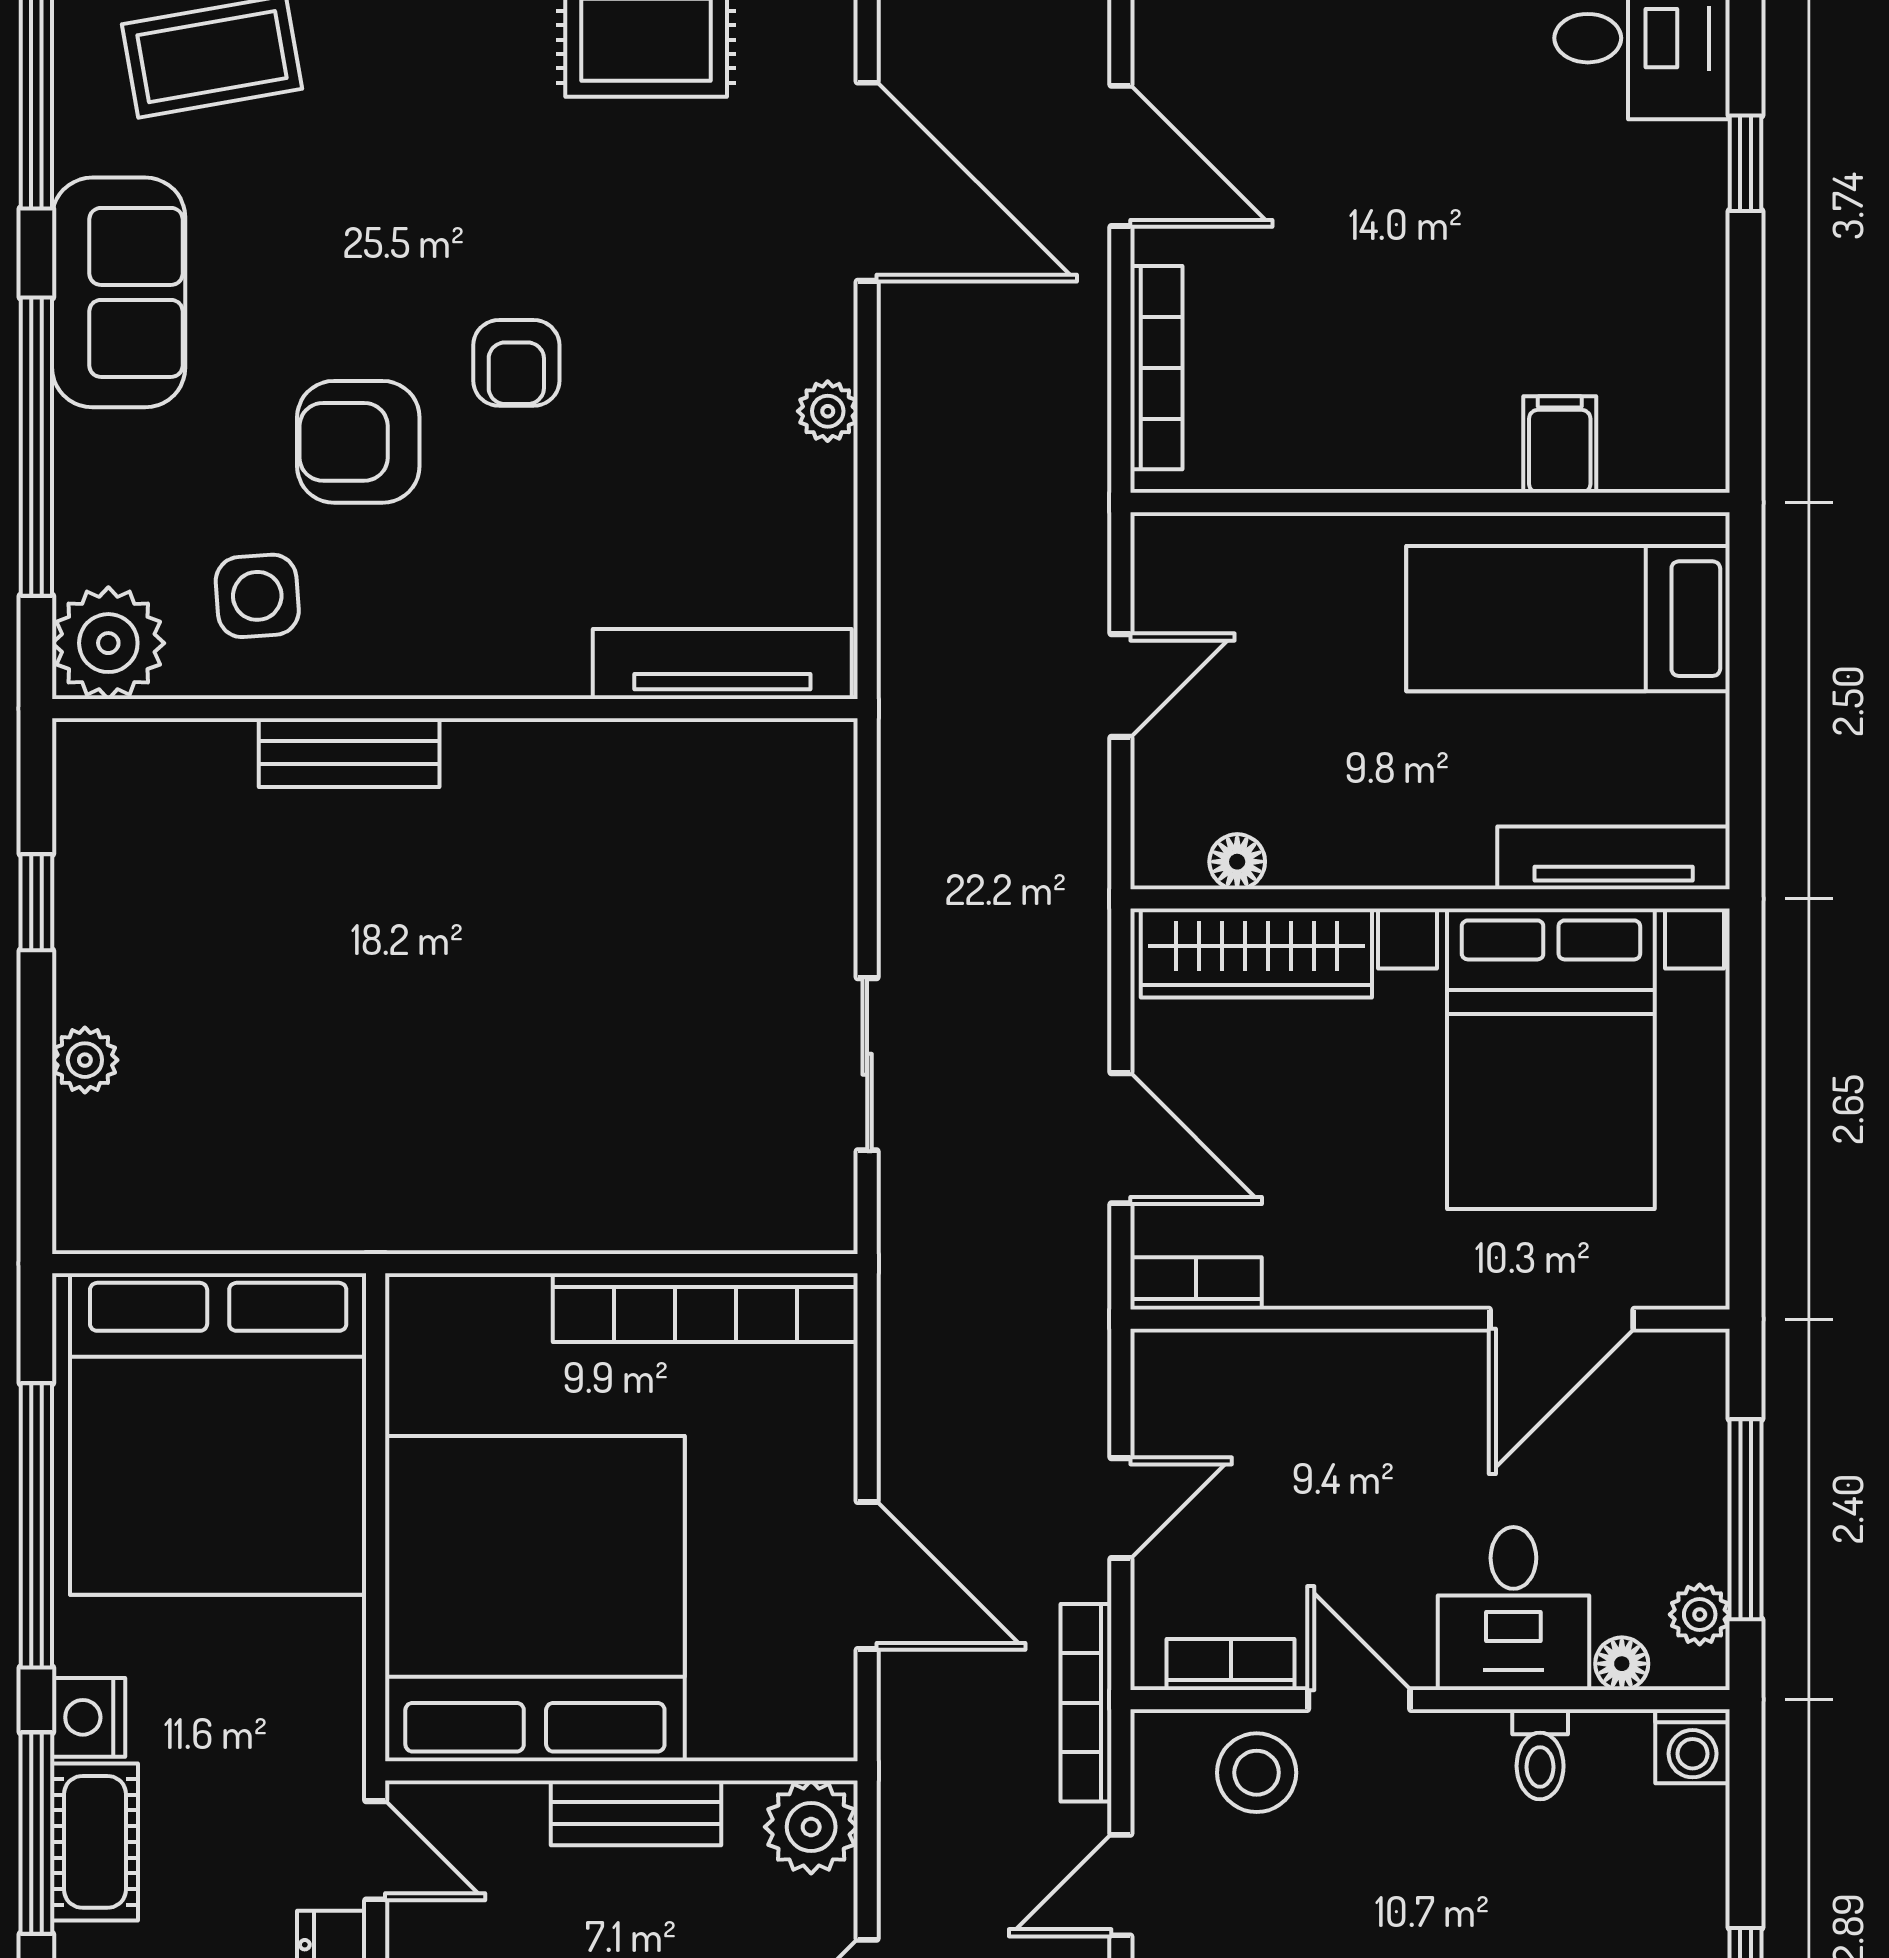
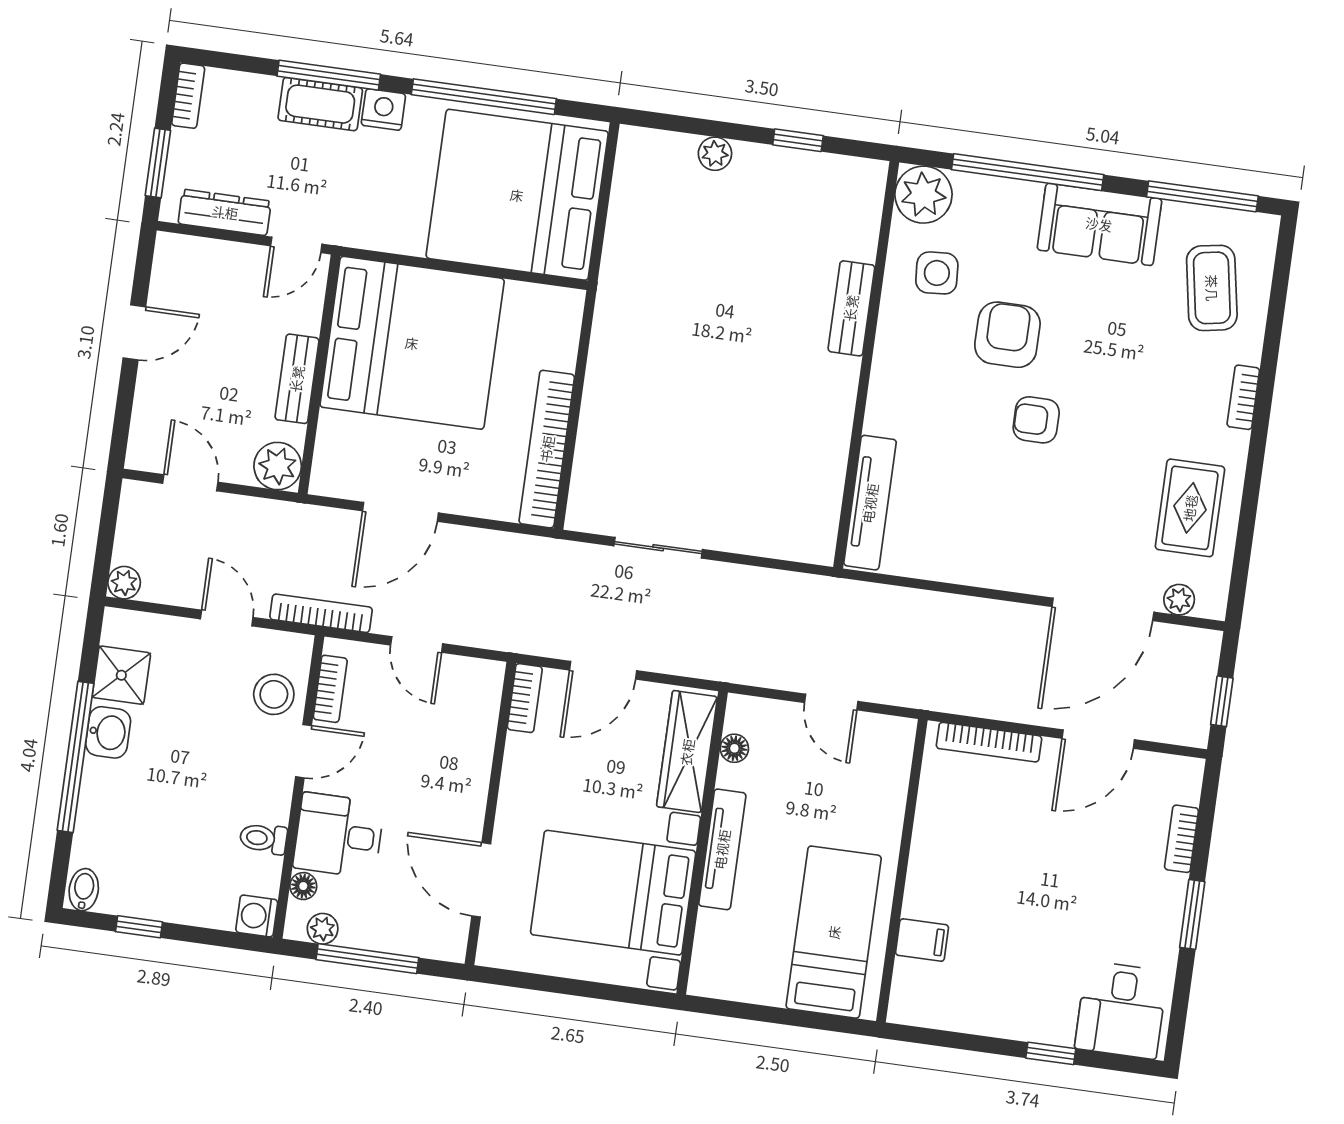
plant: (828, 411) -> (1179, 600), moved
tv unit: (1614, 858) -> (722, 849), moved

